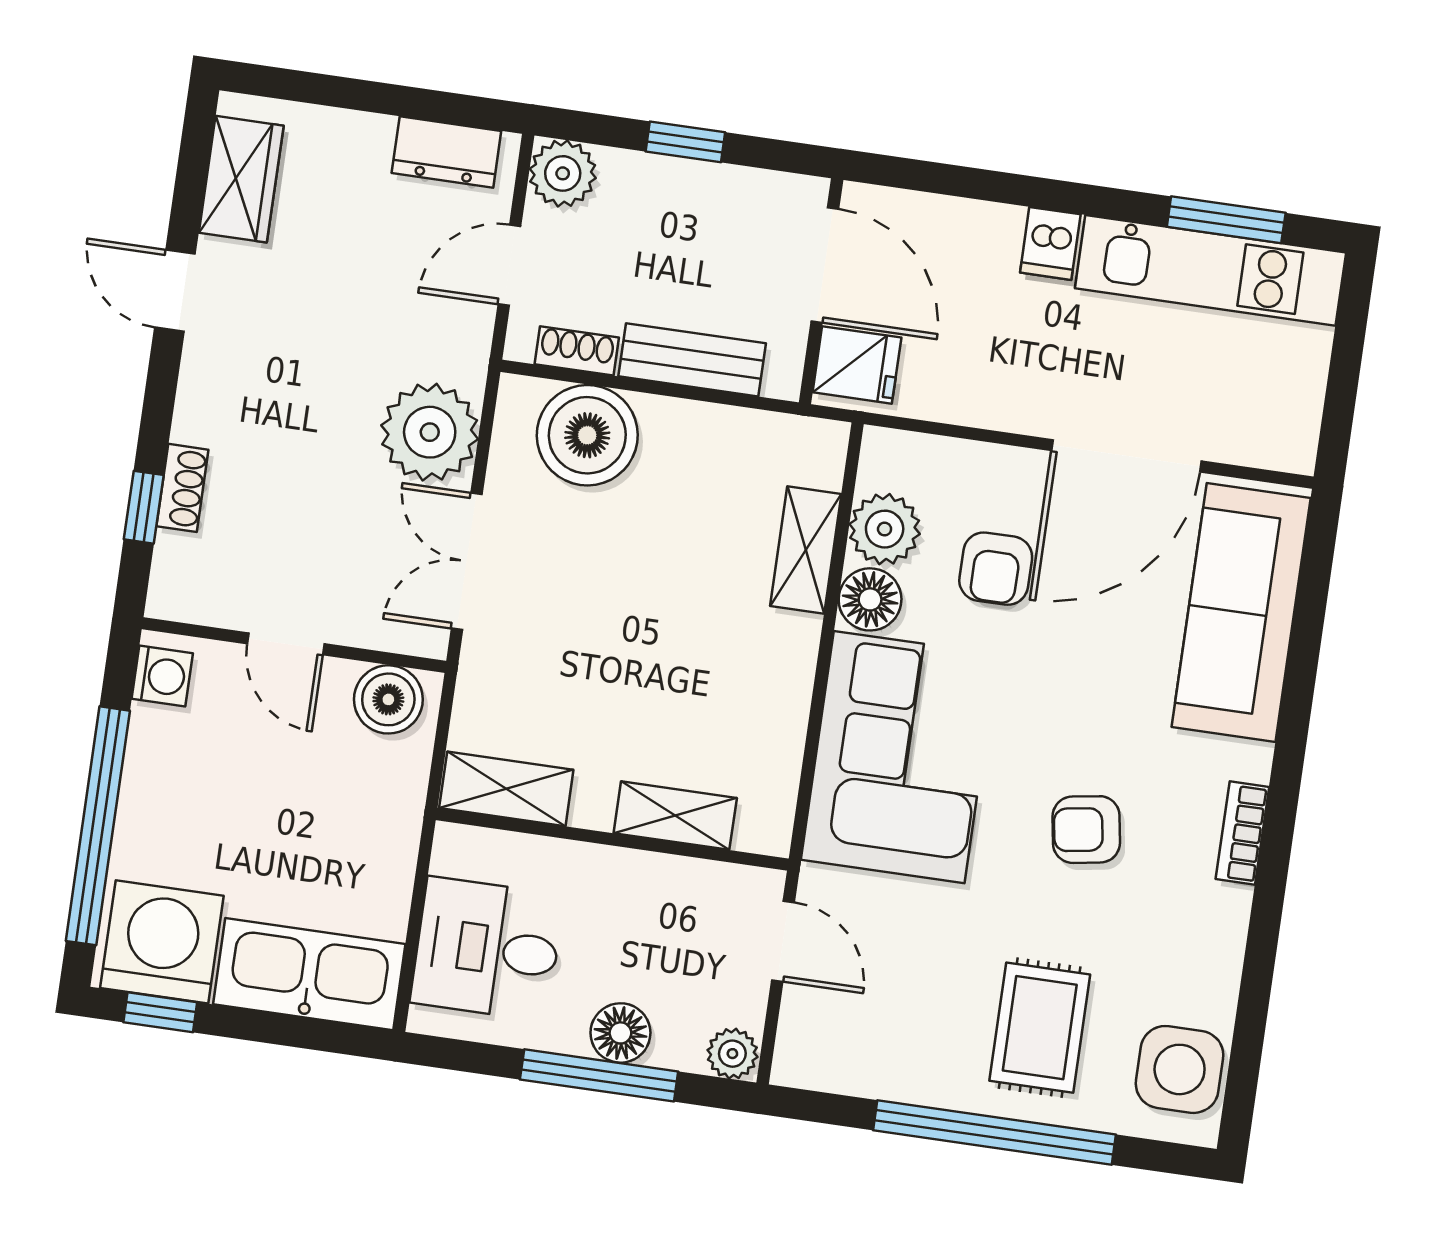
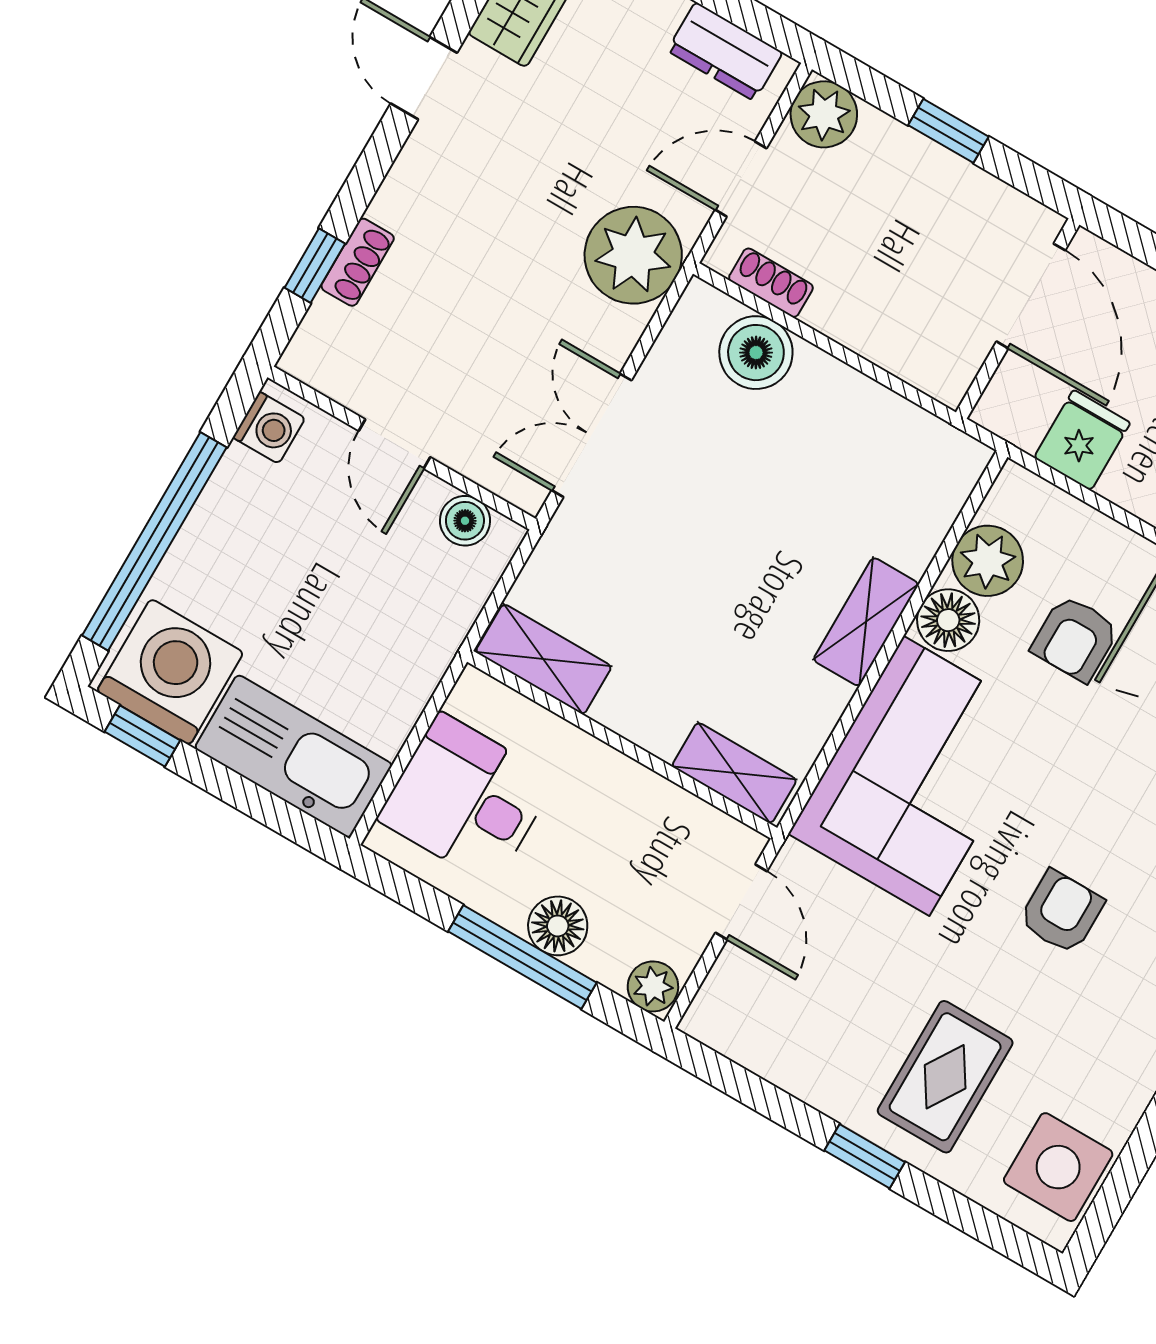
bench: (692, 360) -> (874, 334), removed
fridge: (857, 365) -> (1082, 440), moved, turned -90
plant: (430, 432) -> (633, 255), moved
boiler: (587, 435) -> (756, 353), width x0.73, depth x0.73
shelving: (806, 550) -> (866, 622), moved
boiler: (388, 699) -> (465, 521), width x0.73, depth x0.73
shelving: (675, 816) -> (734, 773), moved
armchair: (1086, 830) -> (1061, 912), turned 99
window: (995, 1132) -> (865, 1156), width x0.32

